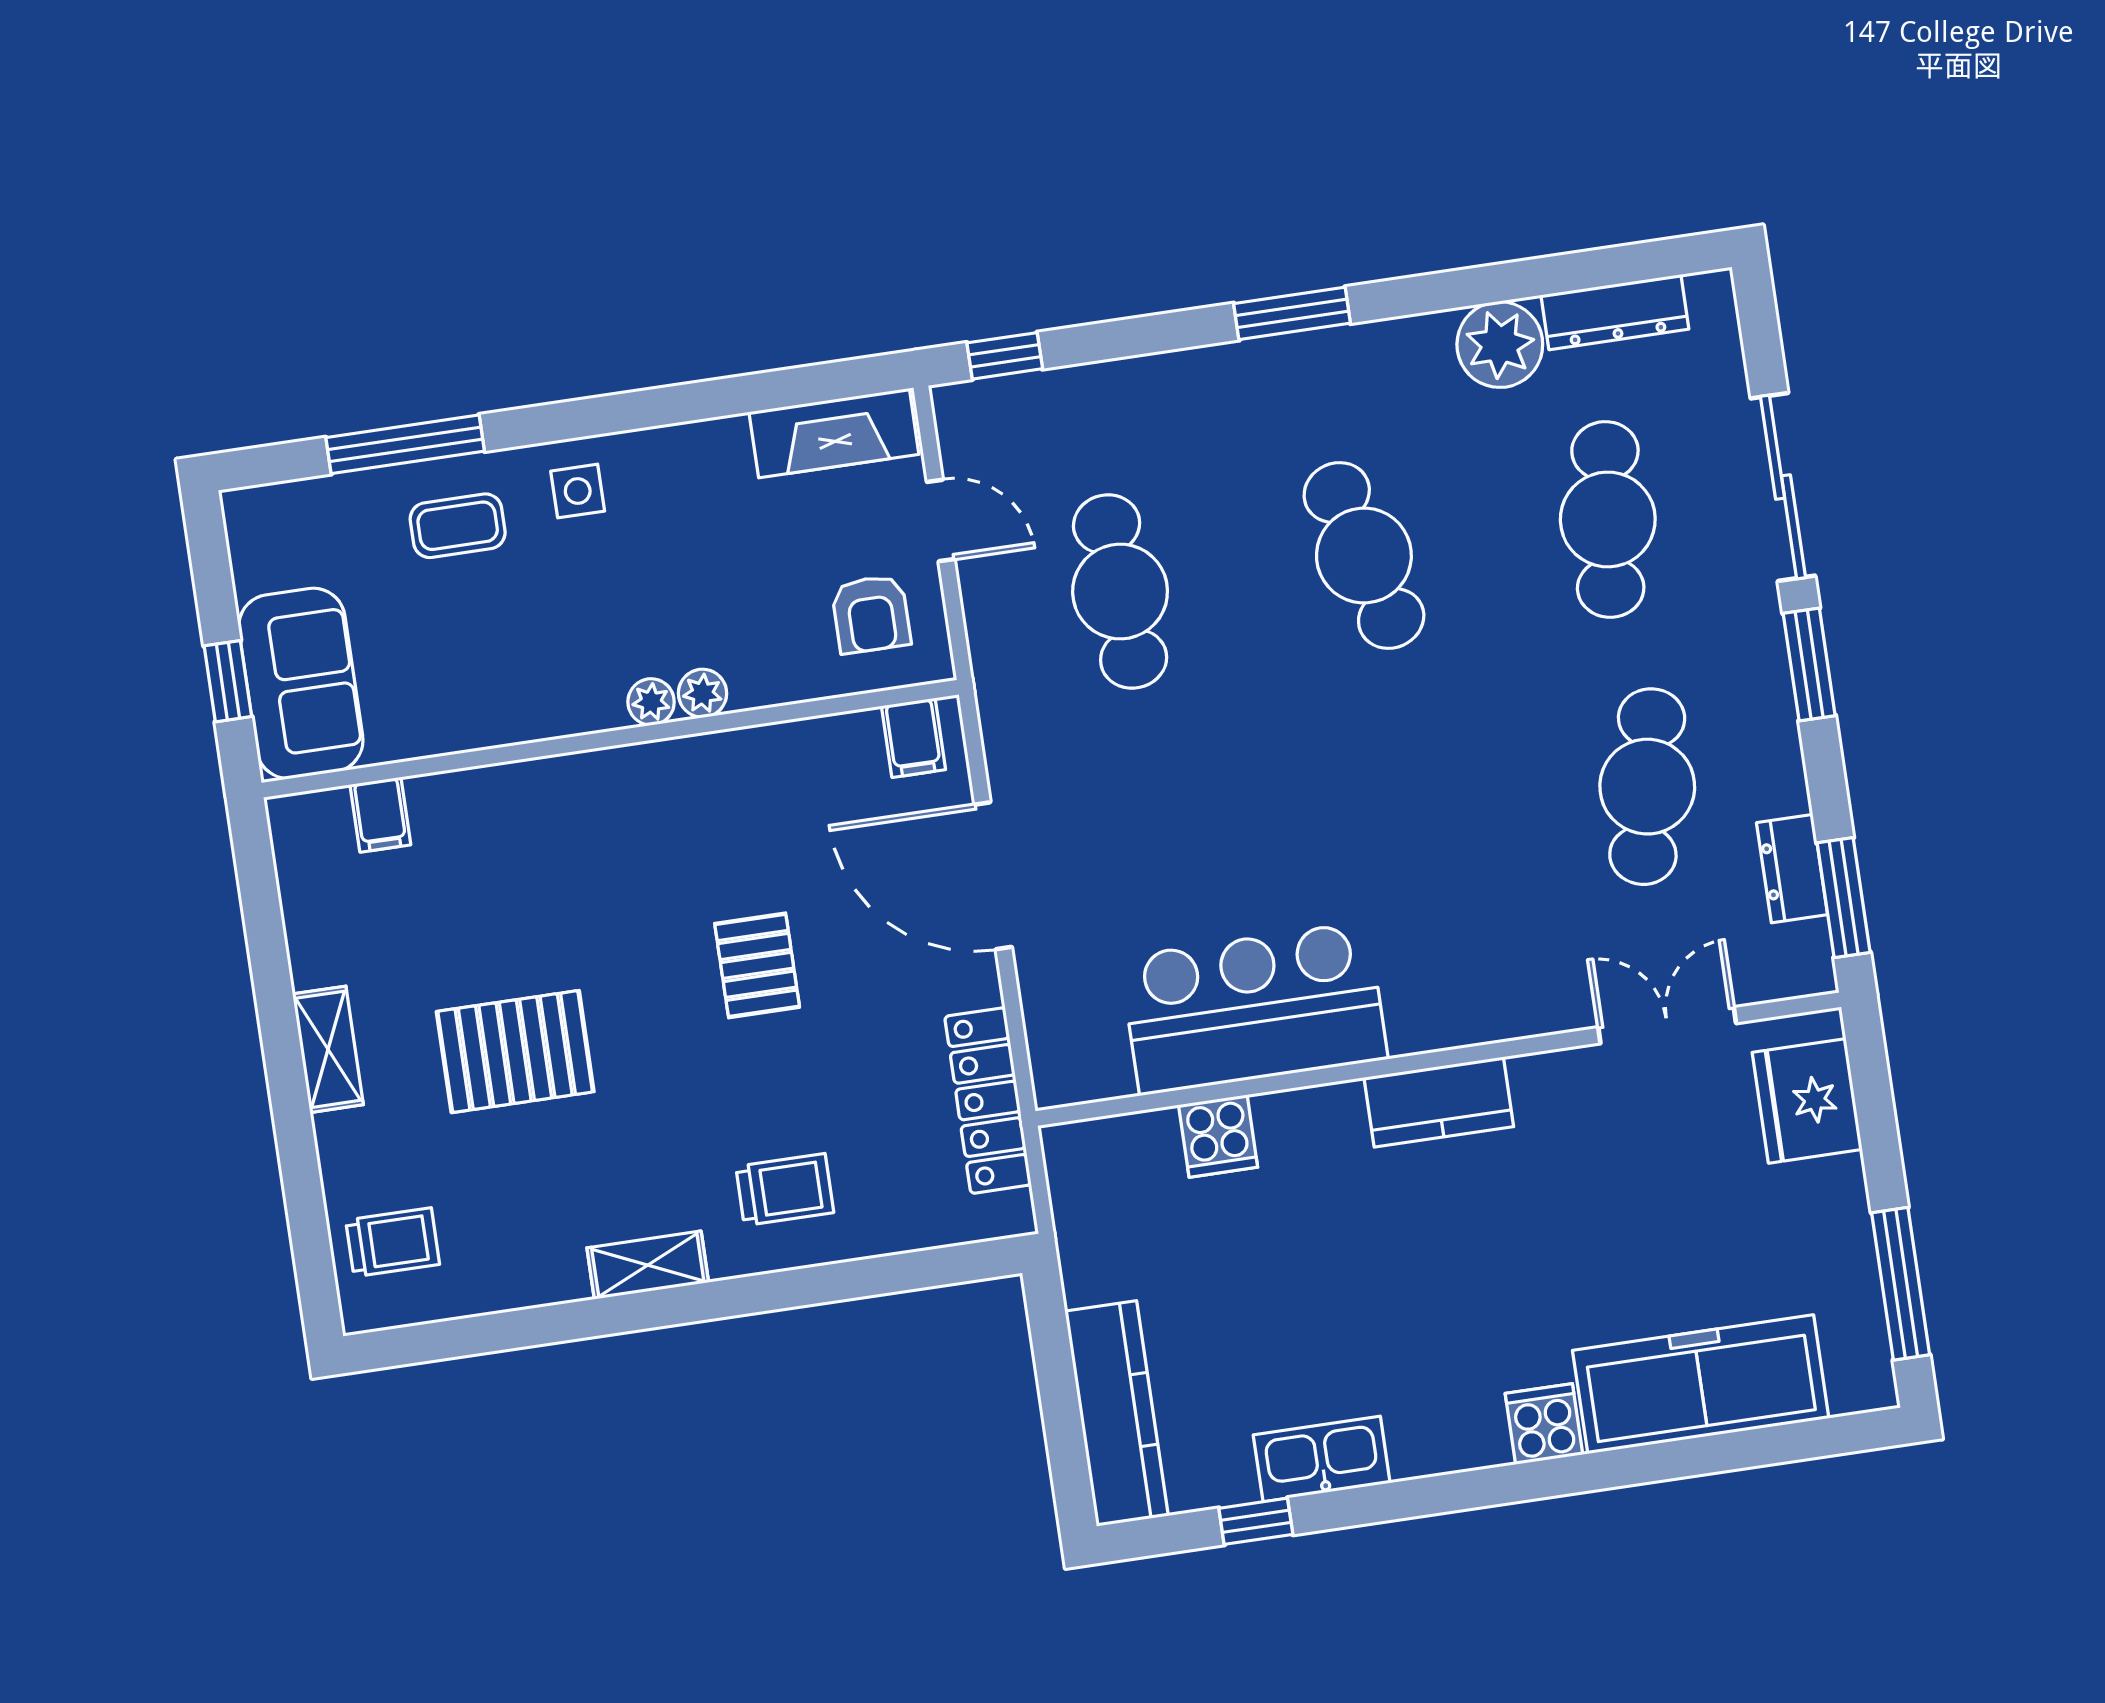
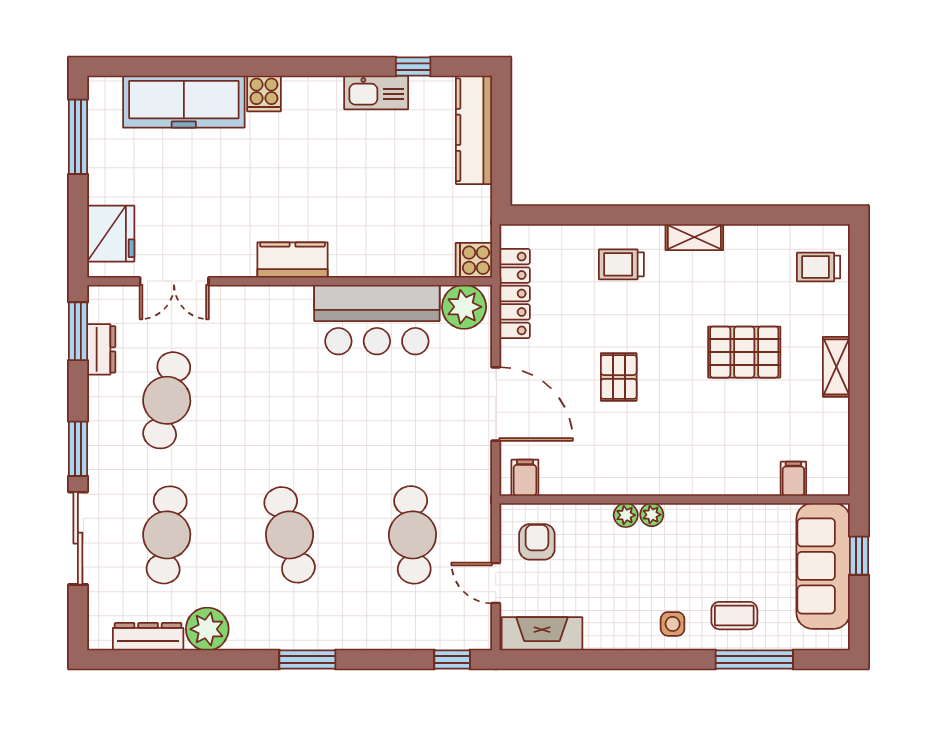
sofa: (301, 683) -> (823, 566), width x1.36
plant: (1085, 1059) -> (464, 307), added
cooker: (1218, 1136) -> (474, 260), moved, turned -90

